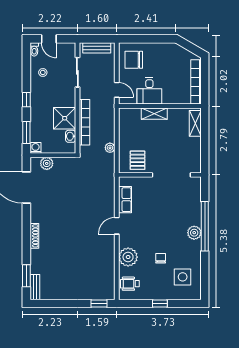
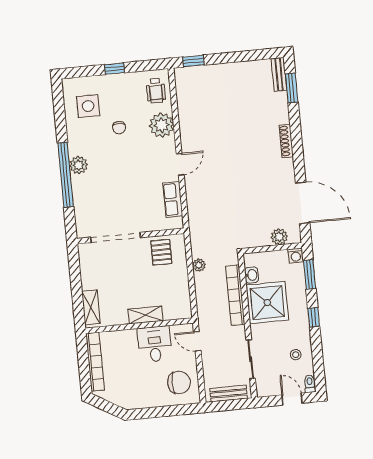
shower: (65, 118) -> (267, 303), width x1.37, depth x1.37
wheelchair: (130, 284) -> (156, 91), turned 90

